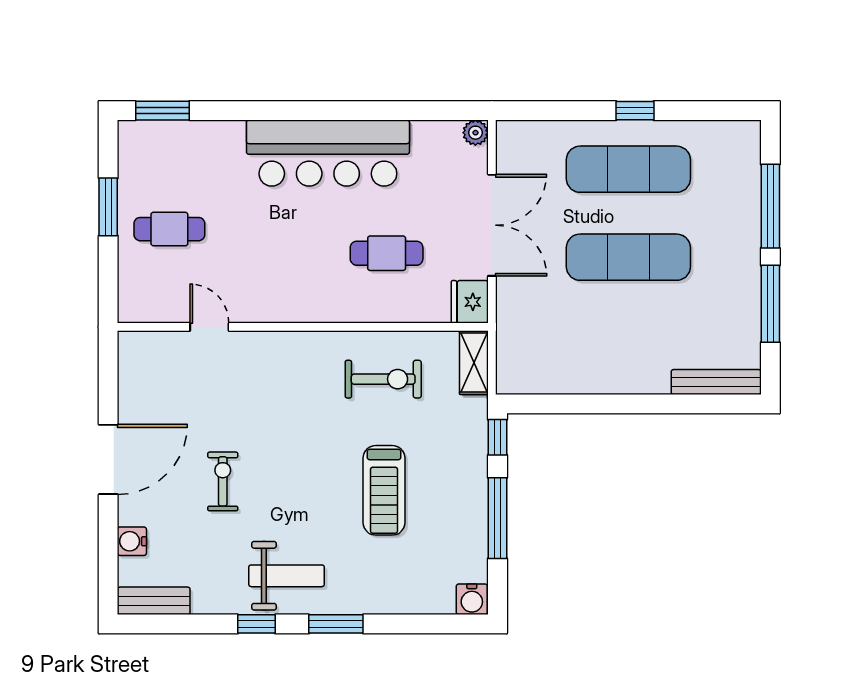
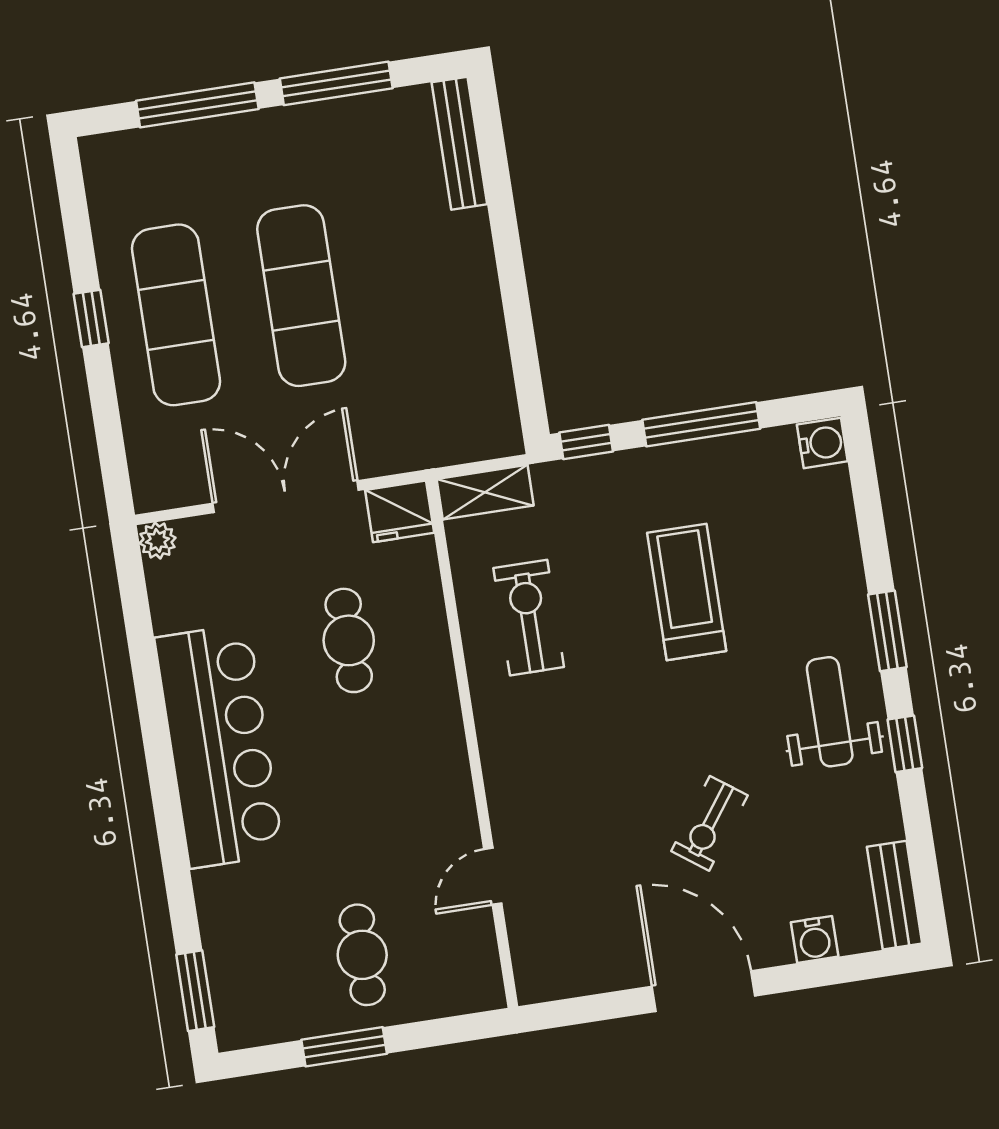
exercise bike: (223, 481) -> (709, 823), turned -54
treadmill: (384, 490) -> (687, 592), turned -90

